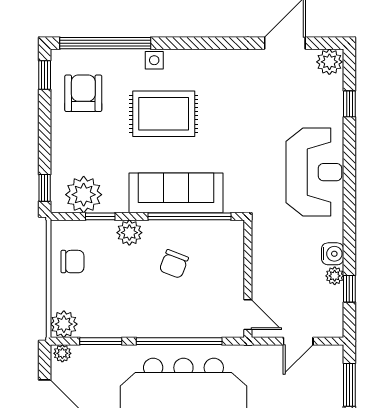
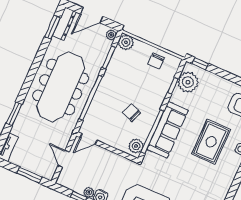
plant: (129, 233) -> (136, 146), moved

